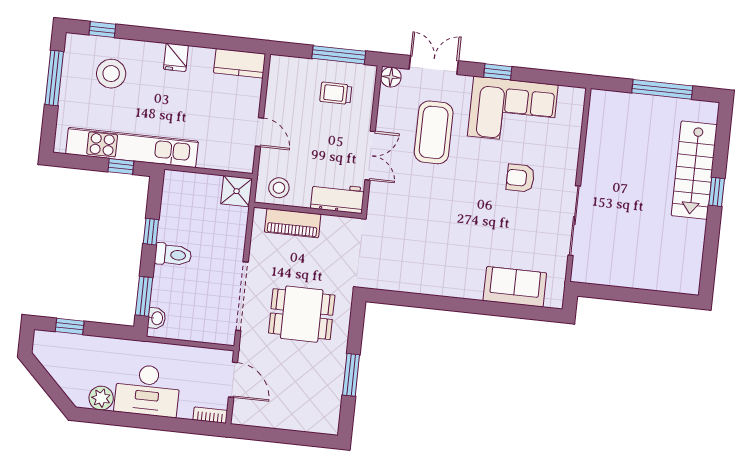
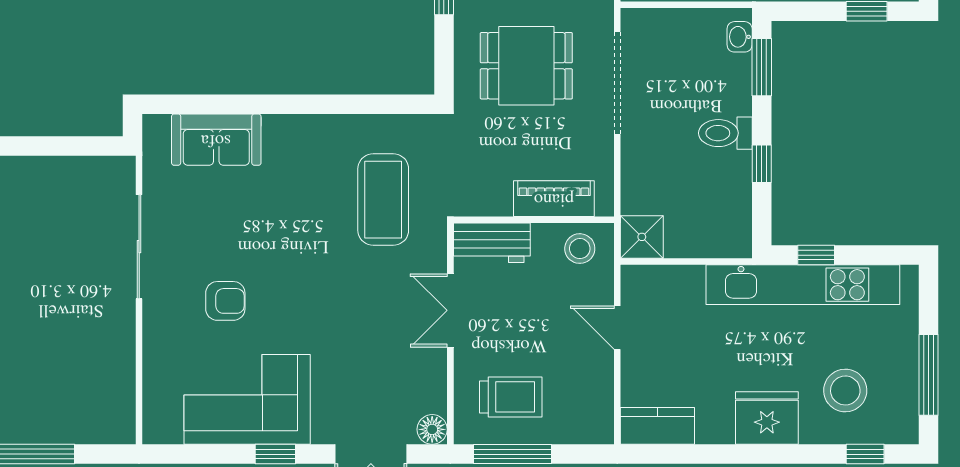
fridge: (176, 57) -> (767, 418), width x1.88, depth x1.34
trolley: (336, 93) -> (511, 397), width x1.36, depth x1.39
coffee table: (434, 132) -> (383, 200), moved

